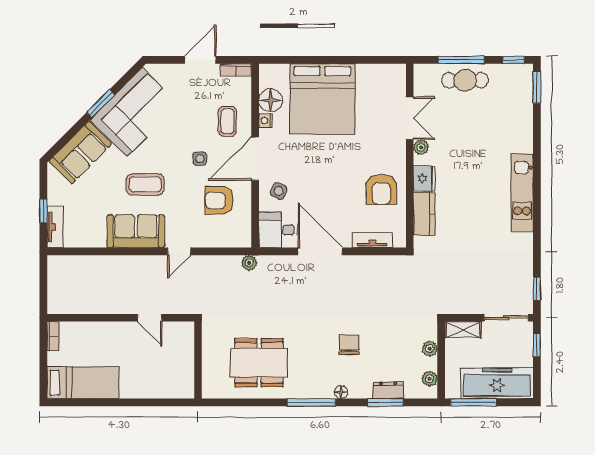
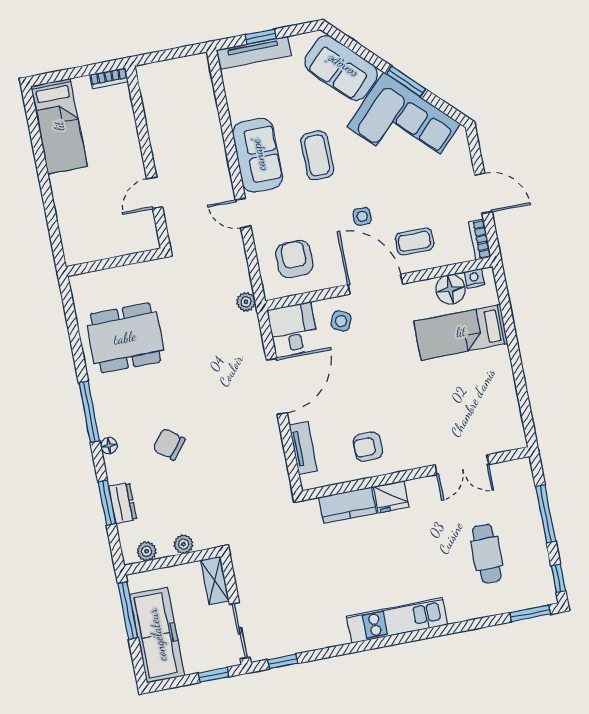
cafe table: (465, 80) -> (487, 553), moved
bed: (322, 99) -> (461, 332), width x0.49
nightstand: (265, 121) -> (474, 278), moved
plant: (421, 147) -> (429, 485), removed
armchair: (381, 189) -> (368, 447), width x0.72, depth x0.72
armchair: (219, 200) -> (294, 259), moved
tv unit: (55, 227) -> (254, 53), width x1.41
chair: (349, 345) -> (169, 444), turned -142
dining table: (259, 363) -> (125, 338), turned 90

